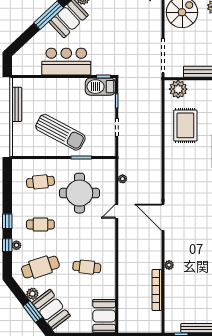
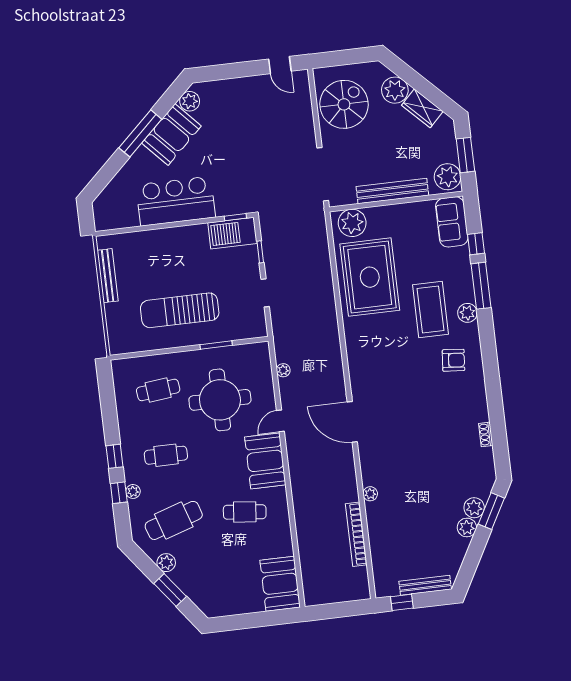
rug: (185, 125) -> (370, 277), width x1.37, depth x1.44
sun lounger: (60, 132) -> (180, 310), turned 152
booth: (51, 309) -> (265, 461), moved, turned 37

